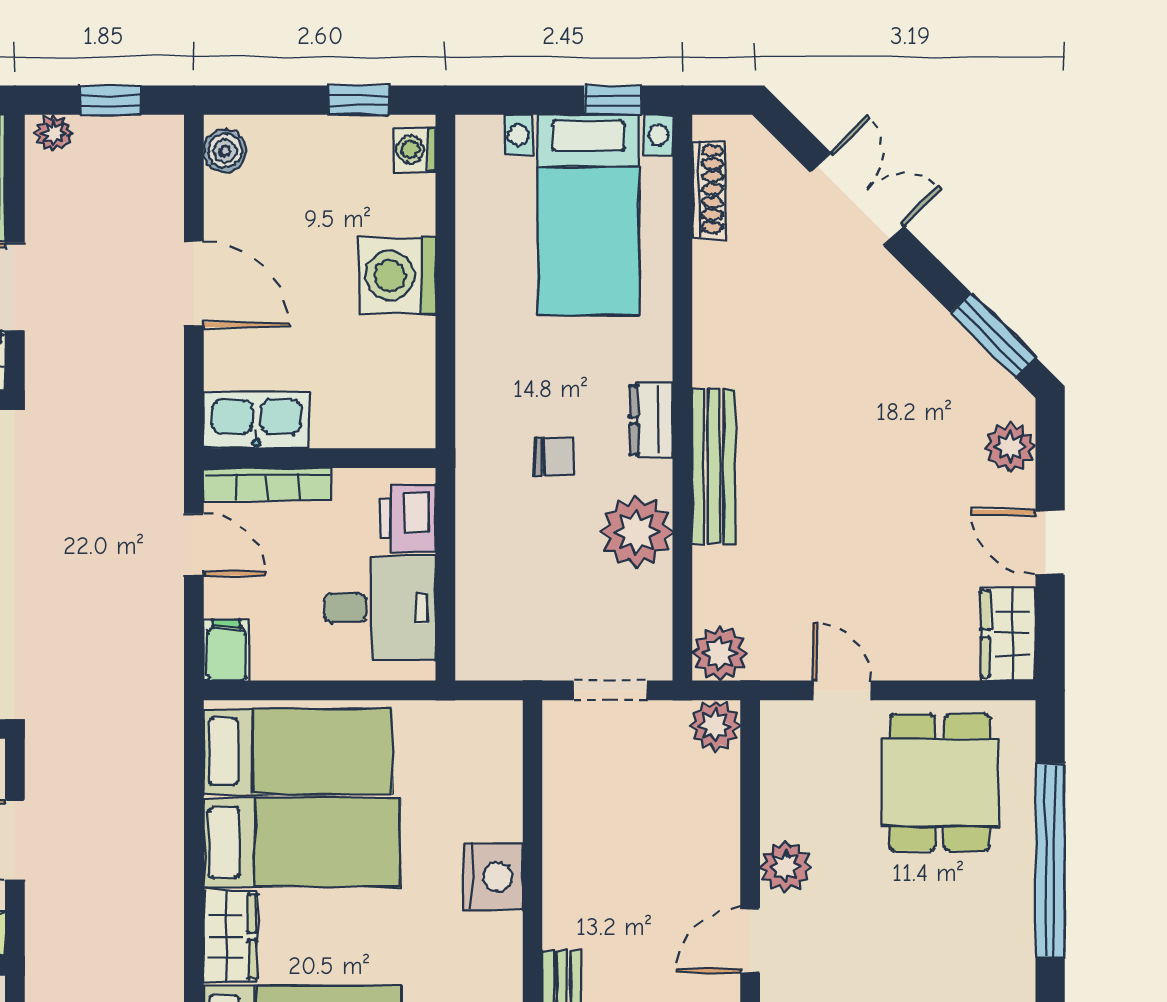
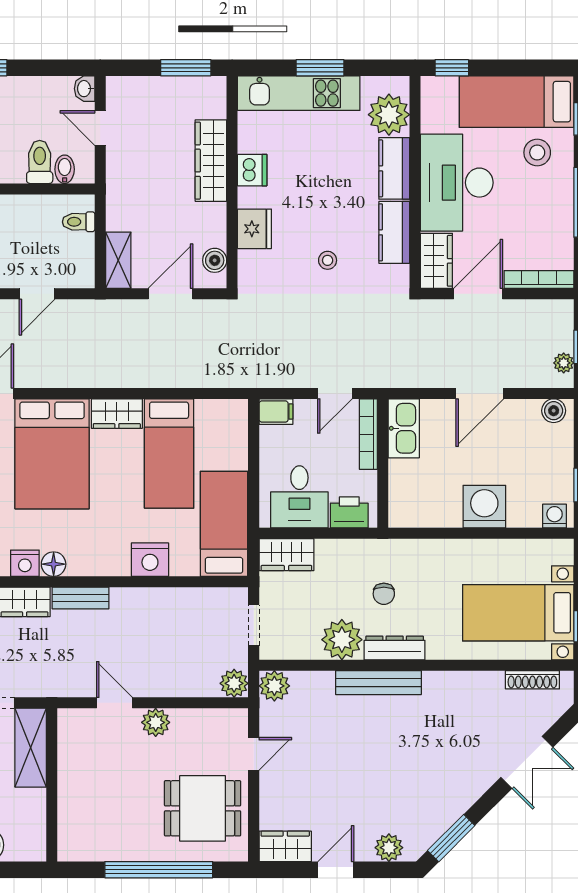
plant: (54, 133) -> (564, 363), moved
dresser: (651, 420) -> (395, 648), width x1.44
wardrobe: (484, 631) -> (286, 555), added
bed: (298, 752) -> (224, 524), moved, turned 180

